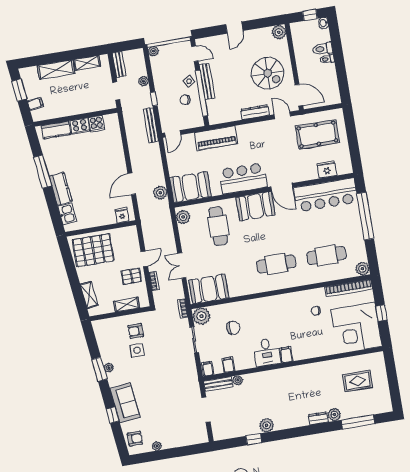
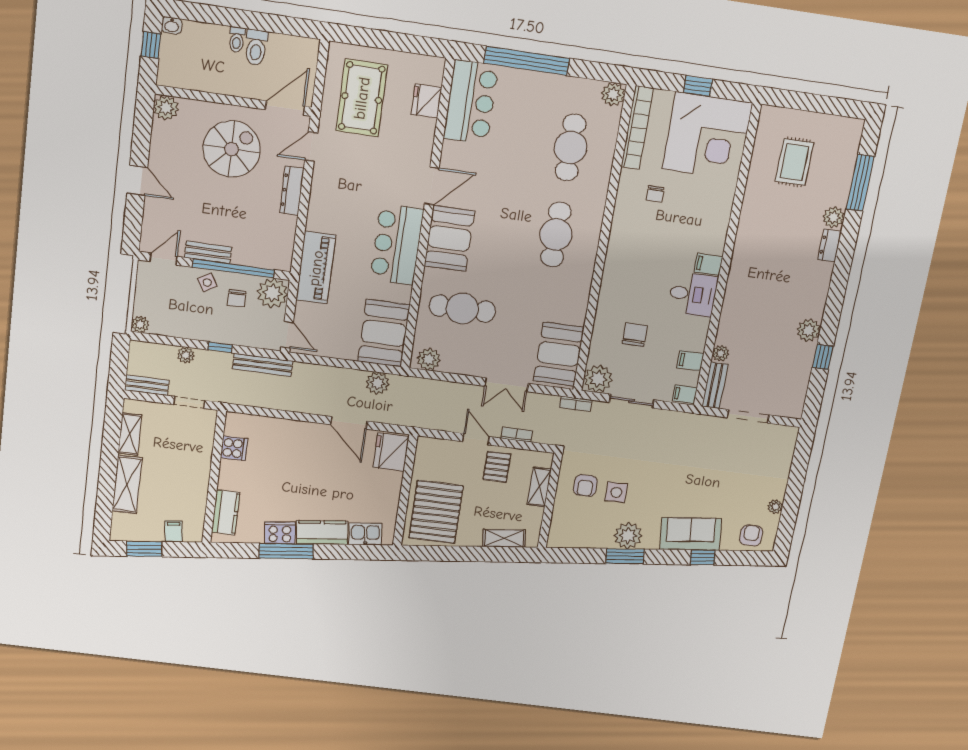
toilet: (323, 49) -> (256, 47), moved
bench: (207, 81) -> (208, 252), width x0.73
plant: (194, 119) -> (273, 293), added
cooker: (80, 126) -> (280, 533), moved, turned -97
bar counter: (326, 195) -> (471, 102), width x0.73
fridge: (122, 215) -> (391, 452), width x1.88, depth x1.34
plant: (109, 368) -> (628, 536), width x1.88, depth x1.88

